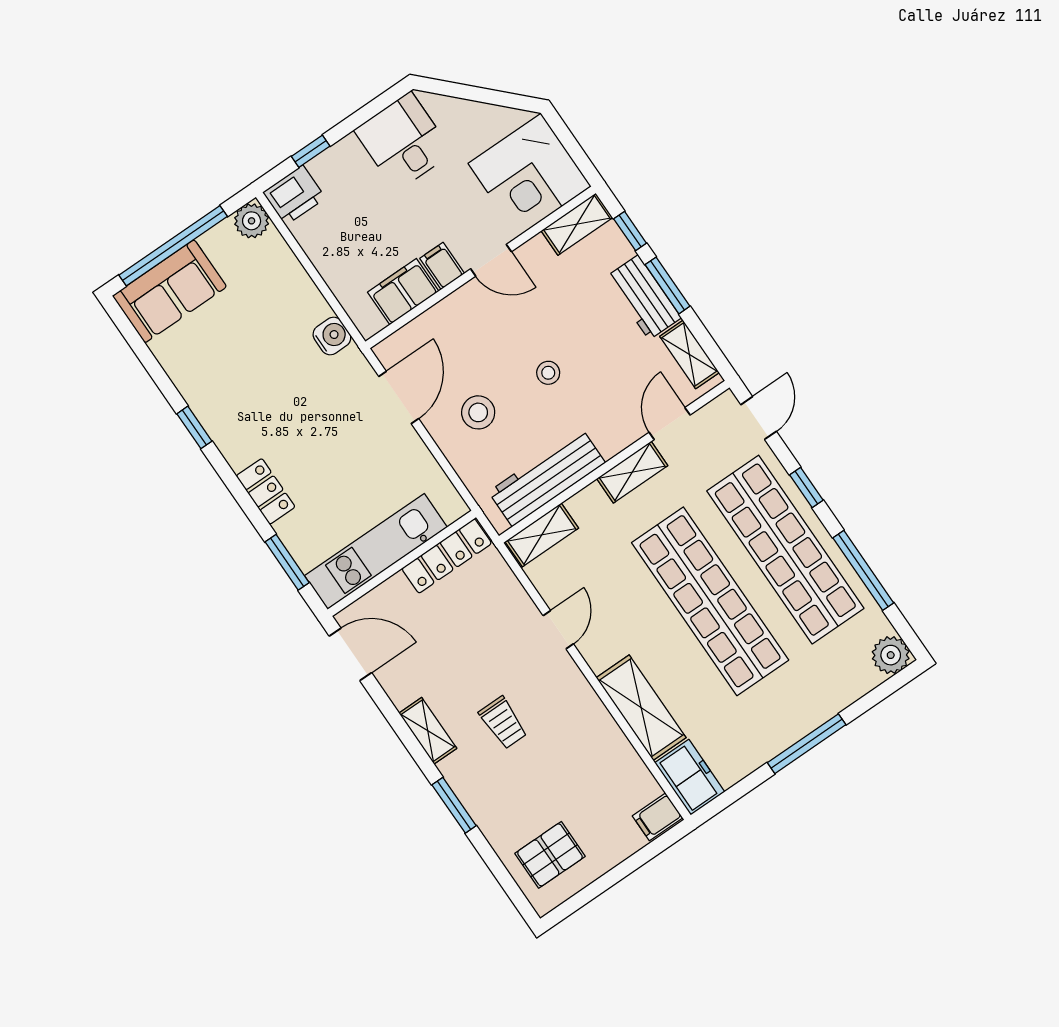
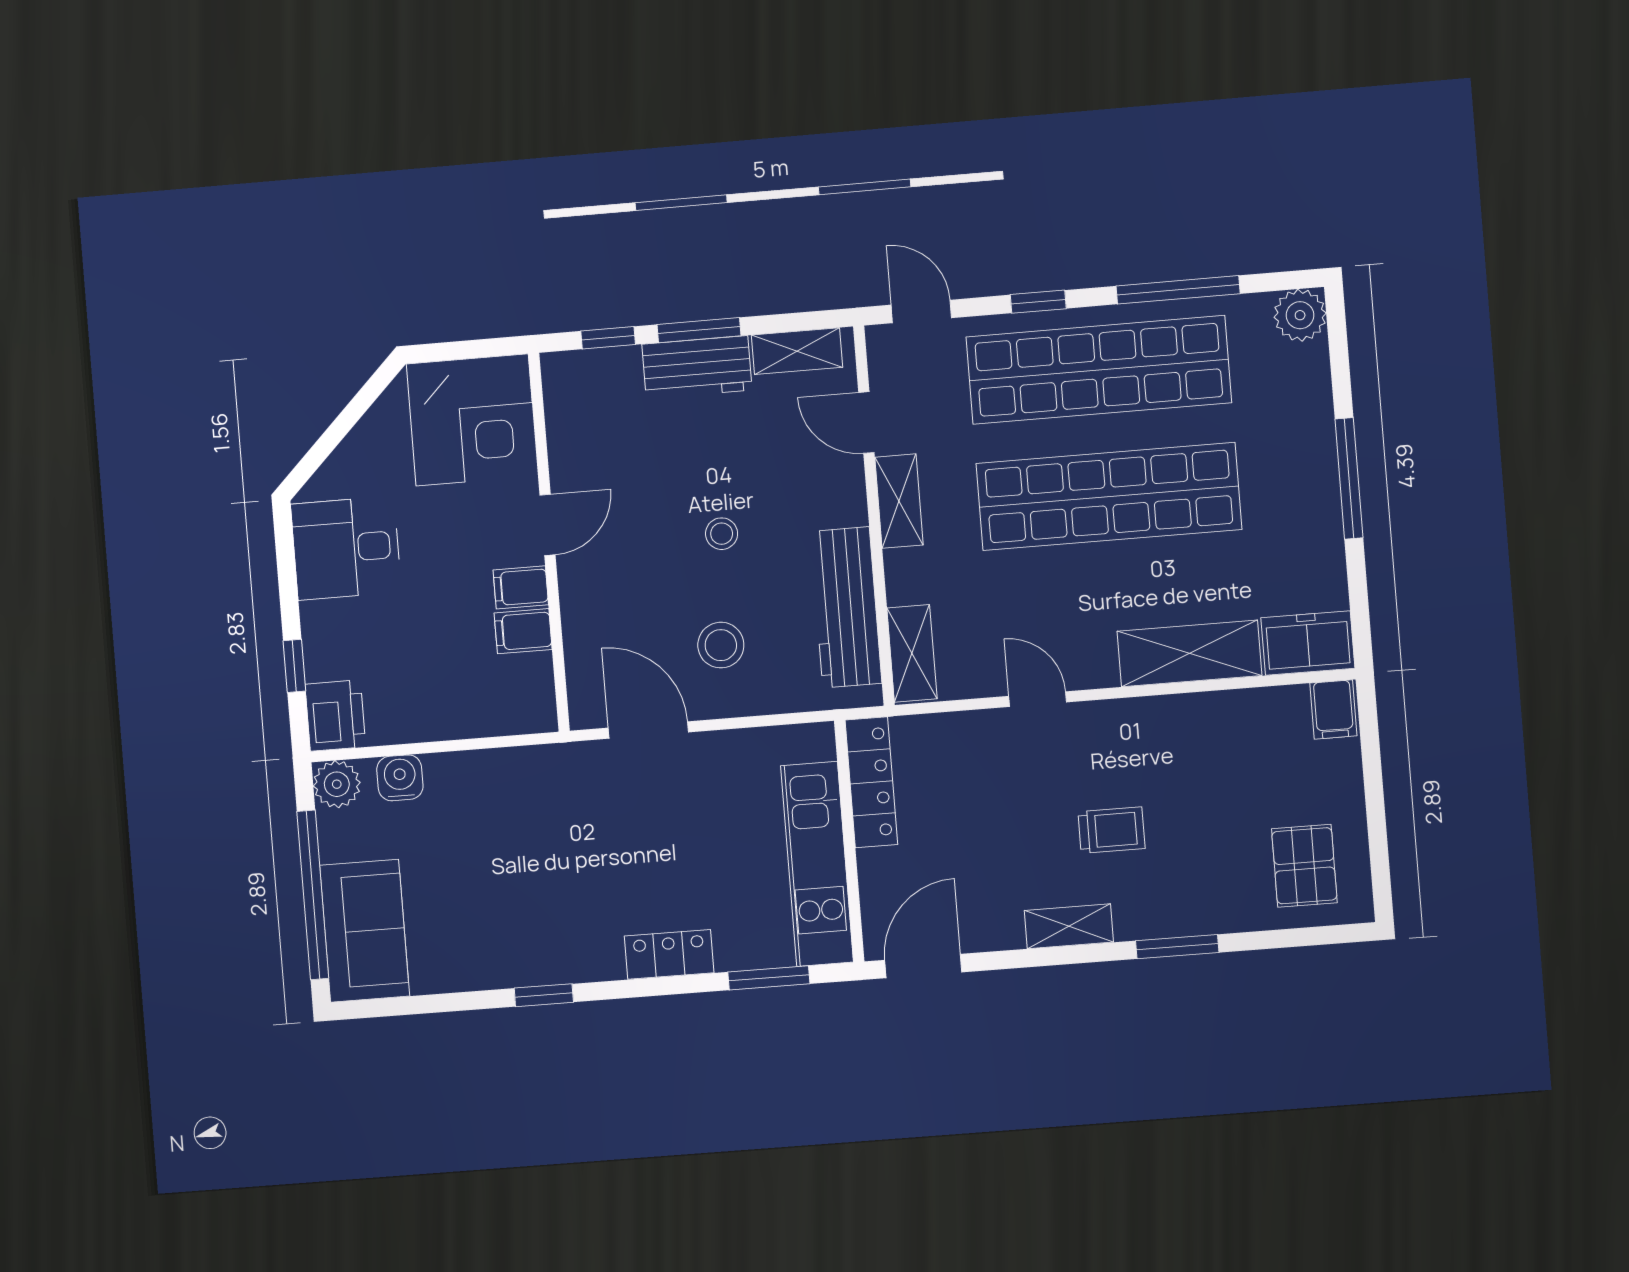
shelving: (577, 224) -> (563, 397), removed
filing cabinet: (403, 292) -> (523, 631), width x0.50
water cooler: (332, 336) -> (400, 778), moved

